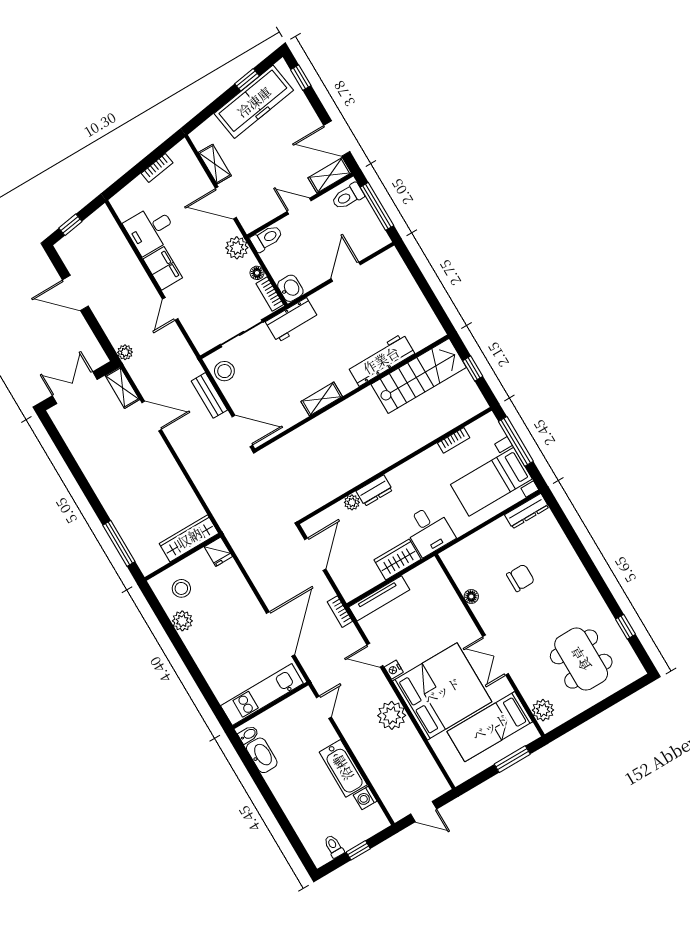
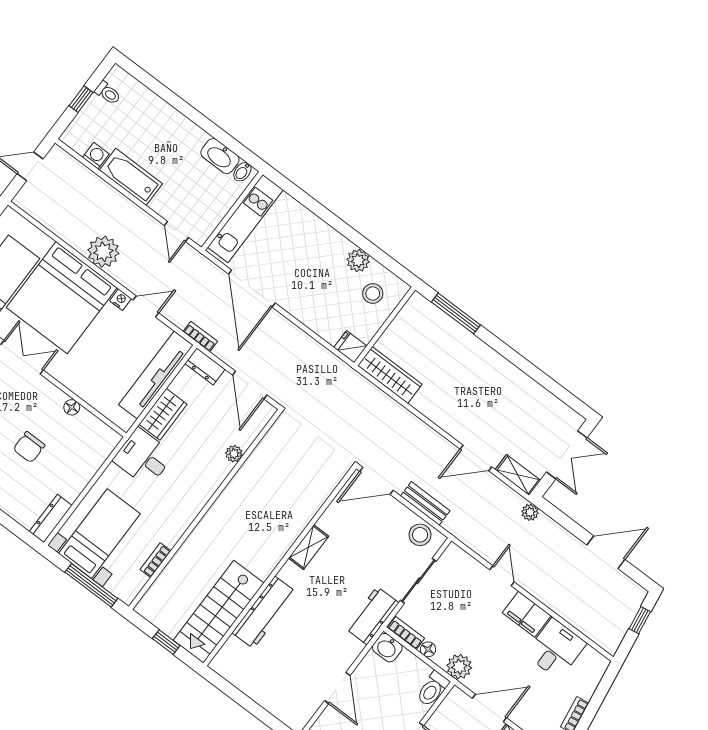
dresser: (374, 491) -> (205, 366), moved, turned -90
wardrobe: (189, 538) -> (390, 375), moved, turned -90
tv unit: (379, 598) -> (156, 375), width x1.36, depth x1.29

